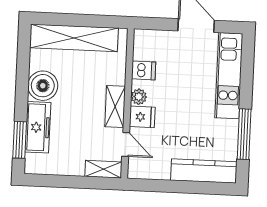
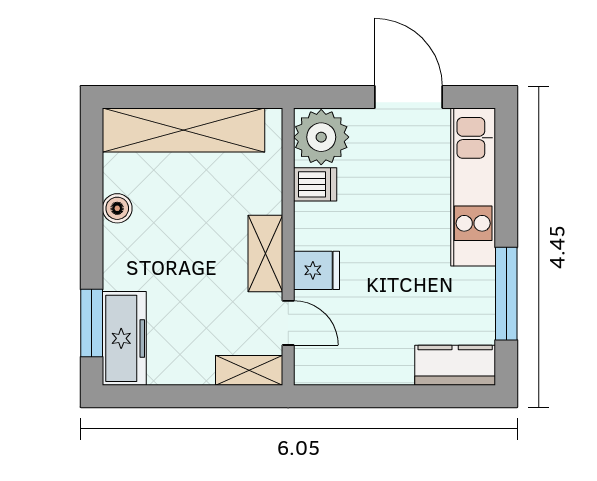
boiler: (43, 86) -> (117, 208), width x0.54, depth x0.54
plant: (139, 97) -> (321, 137), moved, width x1.88, depth x1.88
freezer: (38, 127) -> (124, 338), moved
kitchen counter: (204, 171) -> (455, 365), width x0.67

